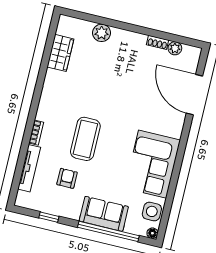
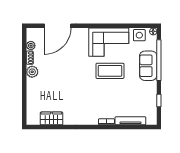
plant: (102, 33) -> (32, 72), moved
coffee table: (85, 139) -> (110, 71), moved
armchair: (67, 178) -> (131, 95), removed

